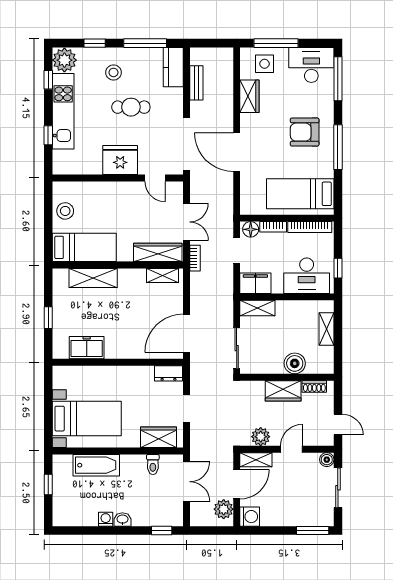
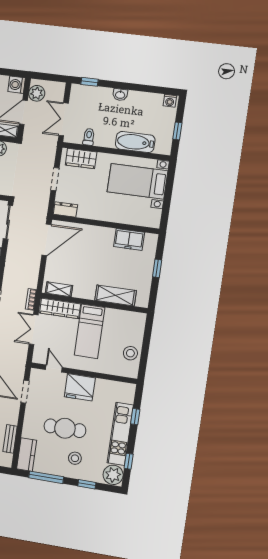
cafe table: (131, 107) -> (65, 428), width x1.37, depth x1.35
doorway: (186, 144) -> (25, 392), width x0.53
bed: (84, 247) -> (90, 331), moved, turned -90
washing machine: (106, 519) -> (170, 101), moved

